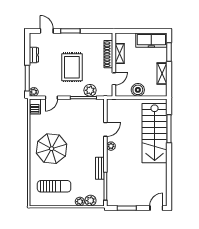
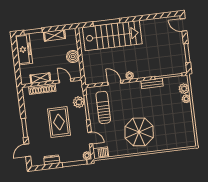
rug: (72, 67) -> (59, 122), turned 90
sun lounger: (54, 186) -> (103, 107), moved

